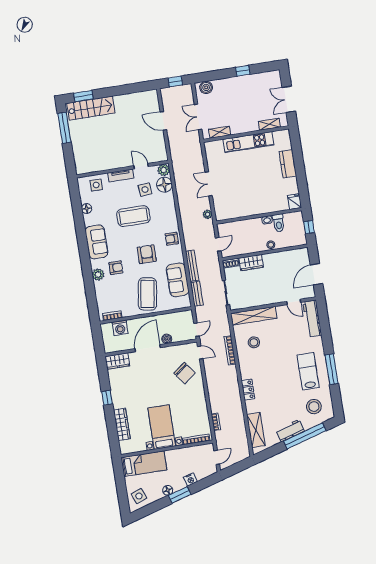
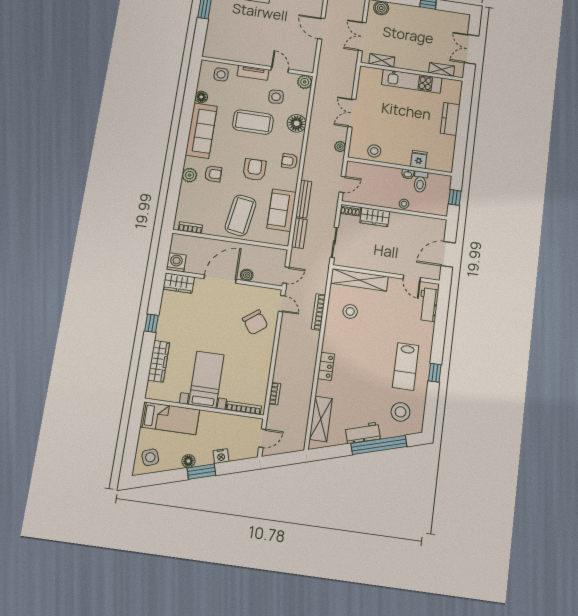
floor lamp: (164, 185) -> (297, 123), moved
fridge: (295, 202) -> (419, 159), moved
stool: (235, 209) -> (374, 151), added
sofa: (97, 242) -> (201, 131), width x1.36
workbench: (312, 319) -> (429, 305), width x0.73
washing machine: (120, 328) -> (176, 262), moved, turned 180
window: (332, 369) -> (435, 373), width x0.46
lab bench: (308, 371) -> (406, 366), turned 180

